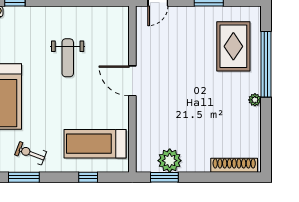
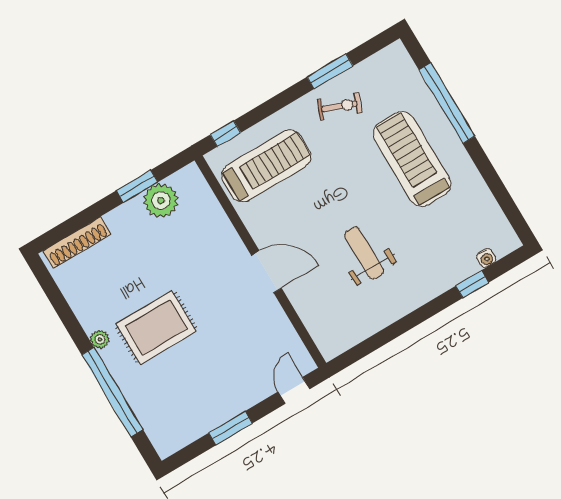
rug: (233, 46) -> (156, 328), moved, turned 90
window: (88, 177) -> (225, 134), moved
window: (164, 177) -> (137, 186), moved

